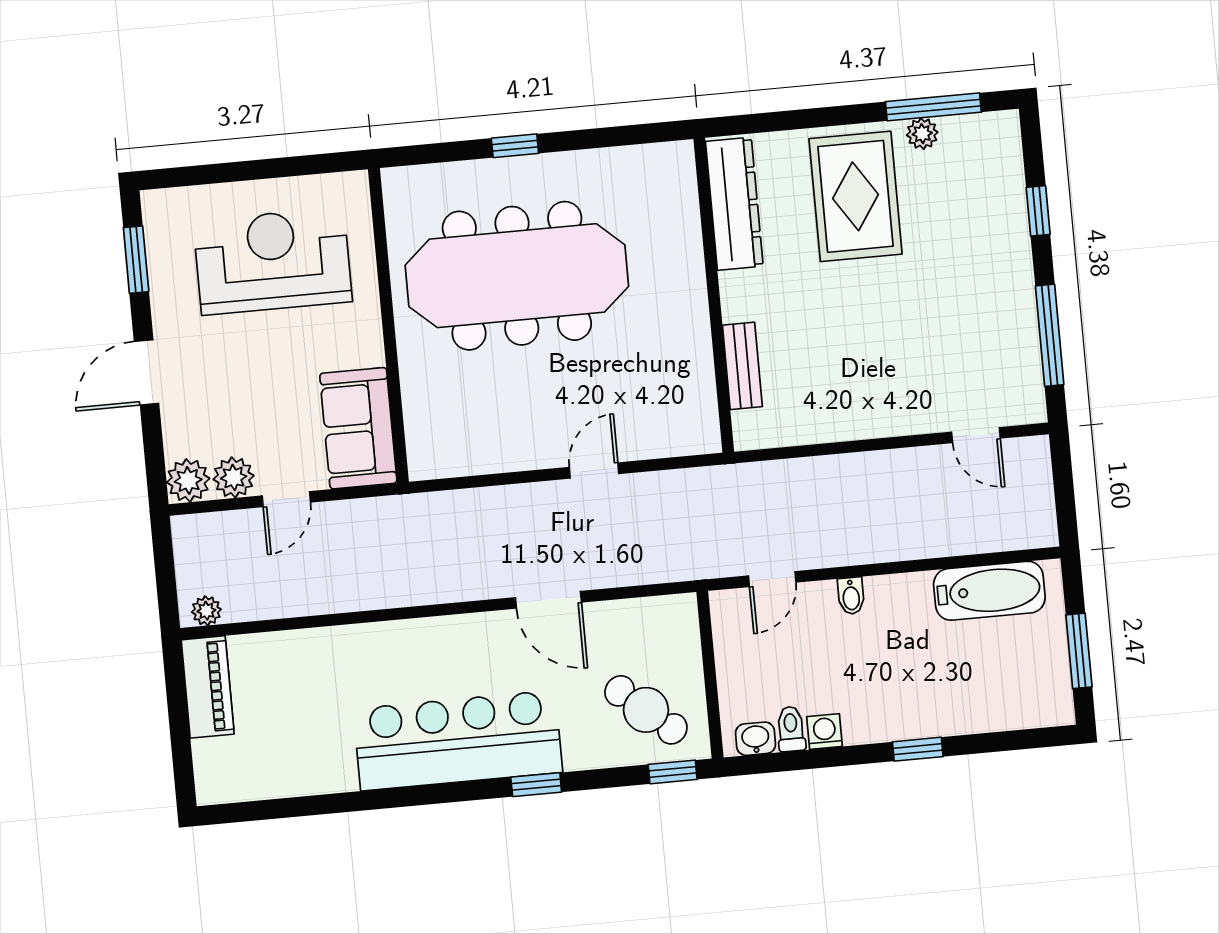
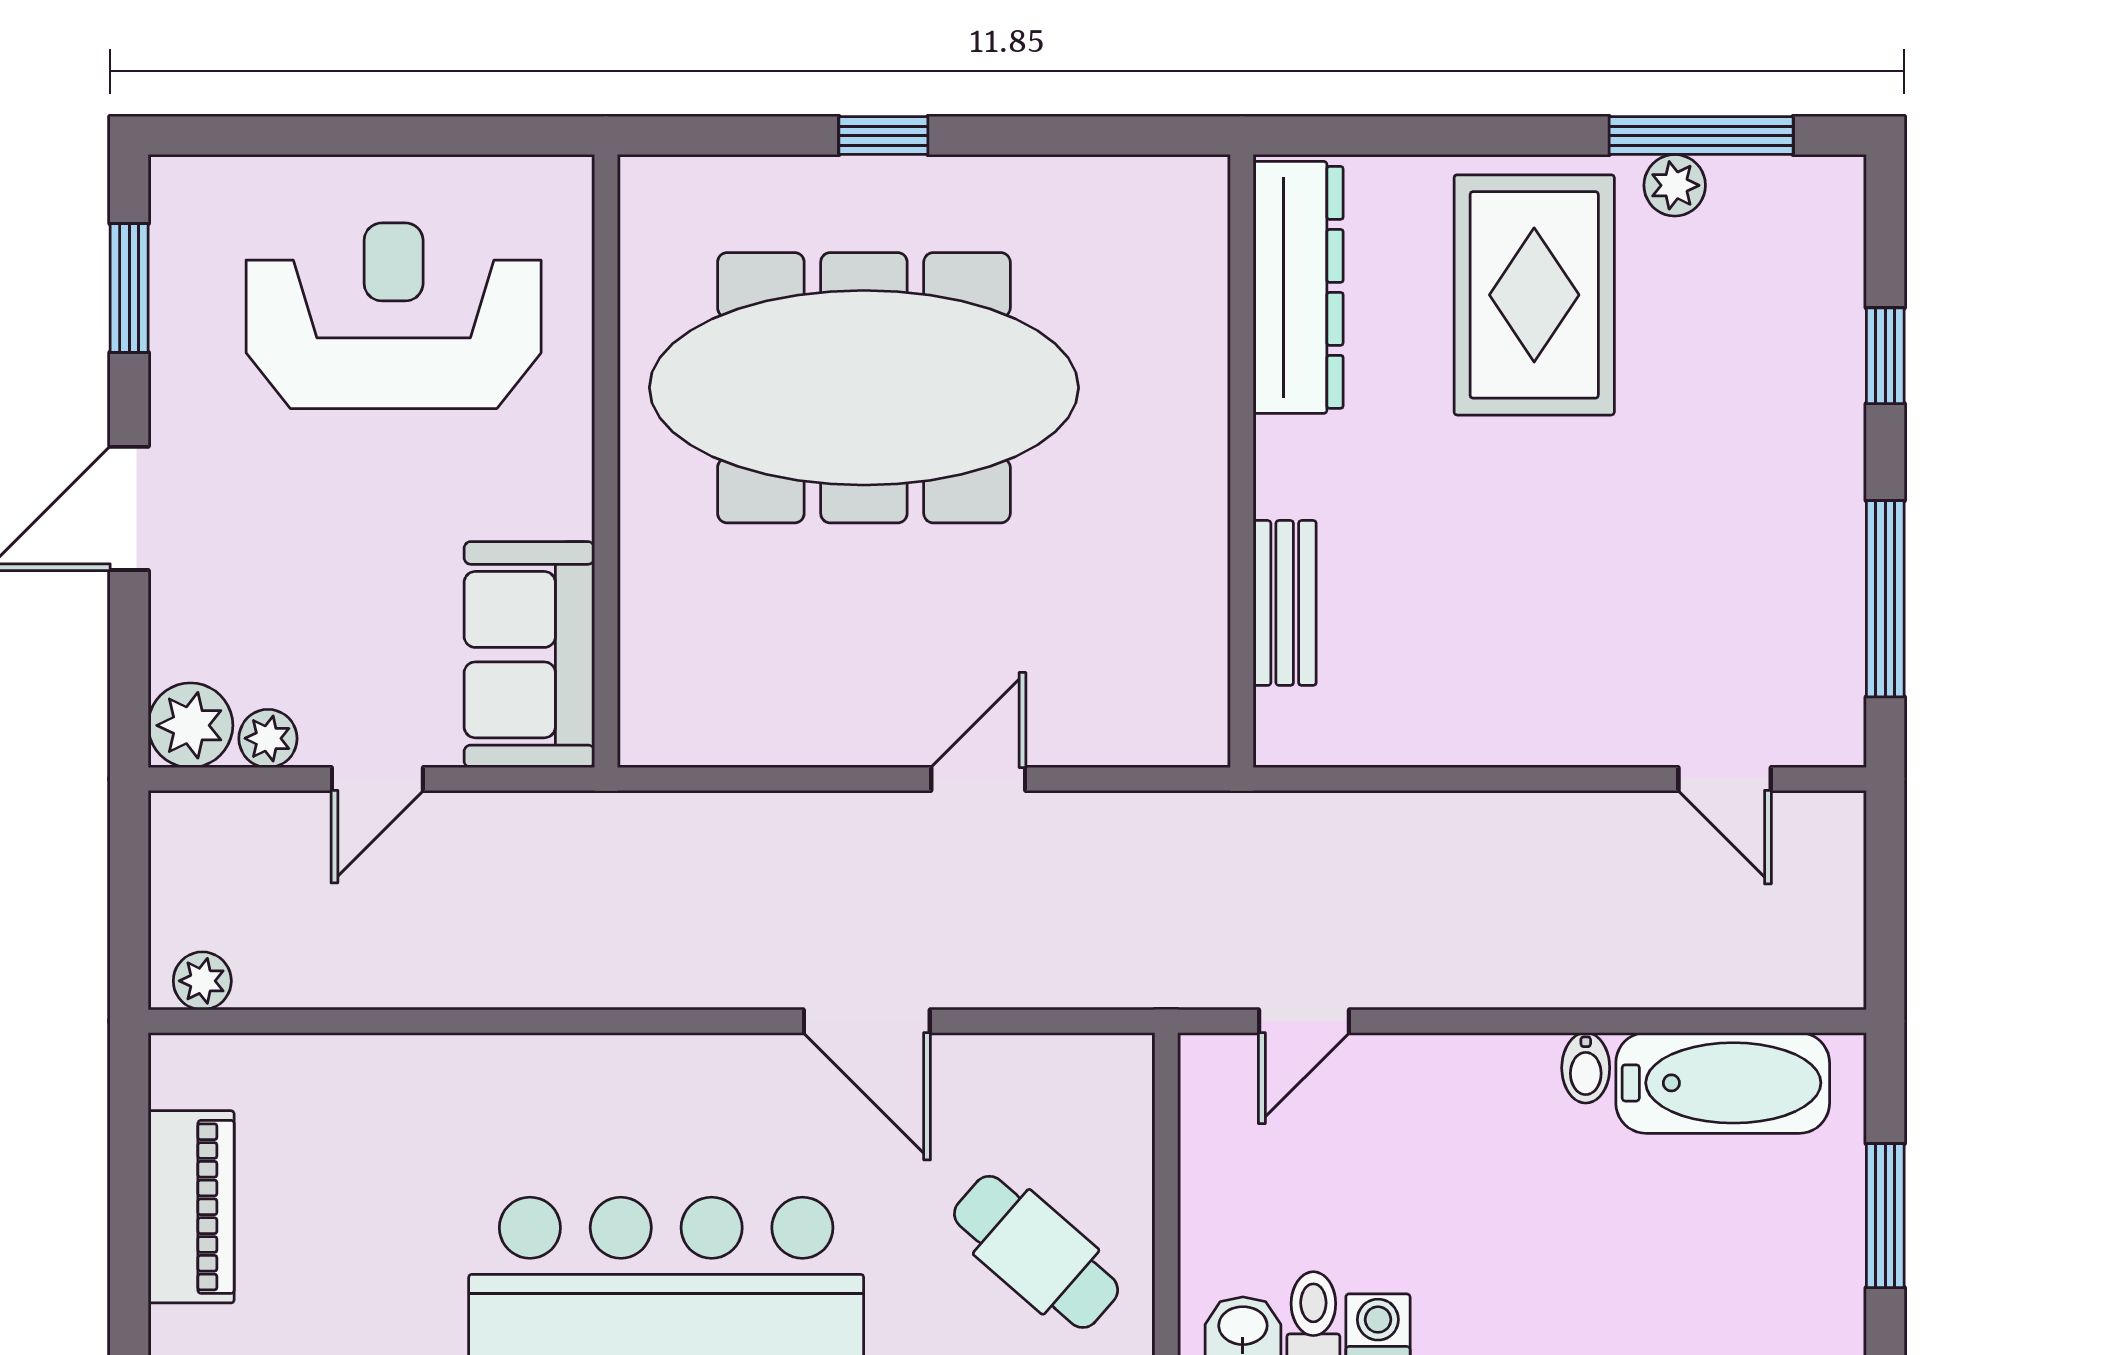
plant: (234, 477) -> (268, 738), width x0.73, depth x0.73
bidet: (851, 596) -> (1586, 1068), moved
piano: (208, 687) -> (191, 1207), moved

